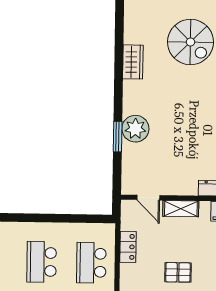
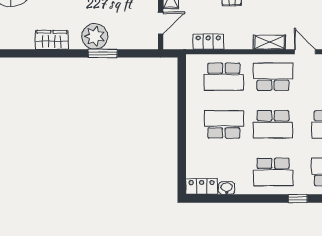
wardrobe: (133, 62) -> (52, 40), moved
school desk: (42, 262) -> (224, 124), turned 180

